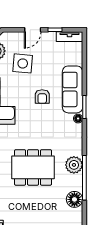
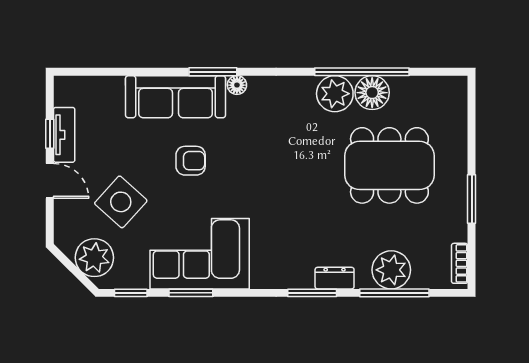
tv unit: (69, 37) -> (64, 135), moved
side table: (23, 63) -> (121, 202), turned 37
dining table: (33, 167) -> (389, 165), moved, turned 90
floor lamp: (74, 199) -> (372, 93), moved

